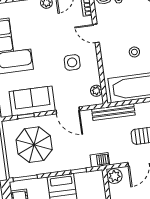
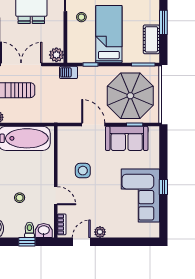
stool: (134, 52) -> (20, 198), moved
plant: (96, 91) -> (63, 140), removed
bench: (113, 112) -> (49, 117), removed
parasol: (34, 145) -> (130, 96), width x1.36, depth x1.36

